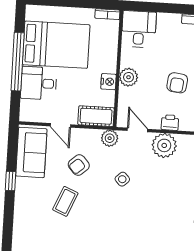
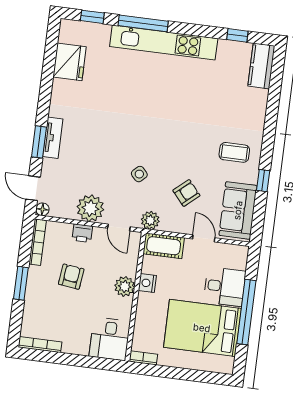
coffee table: (65, 201) -> (234, 152), moved, turned 67

